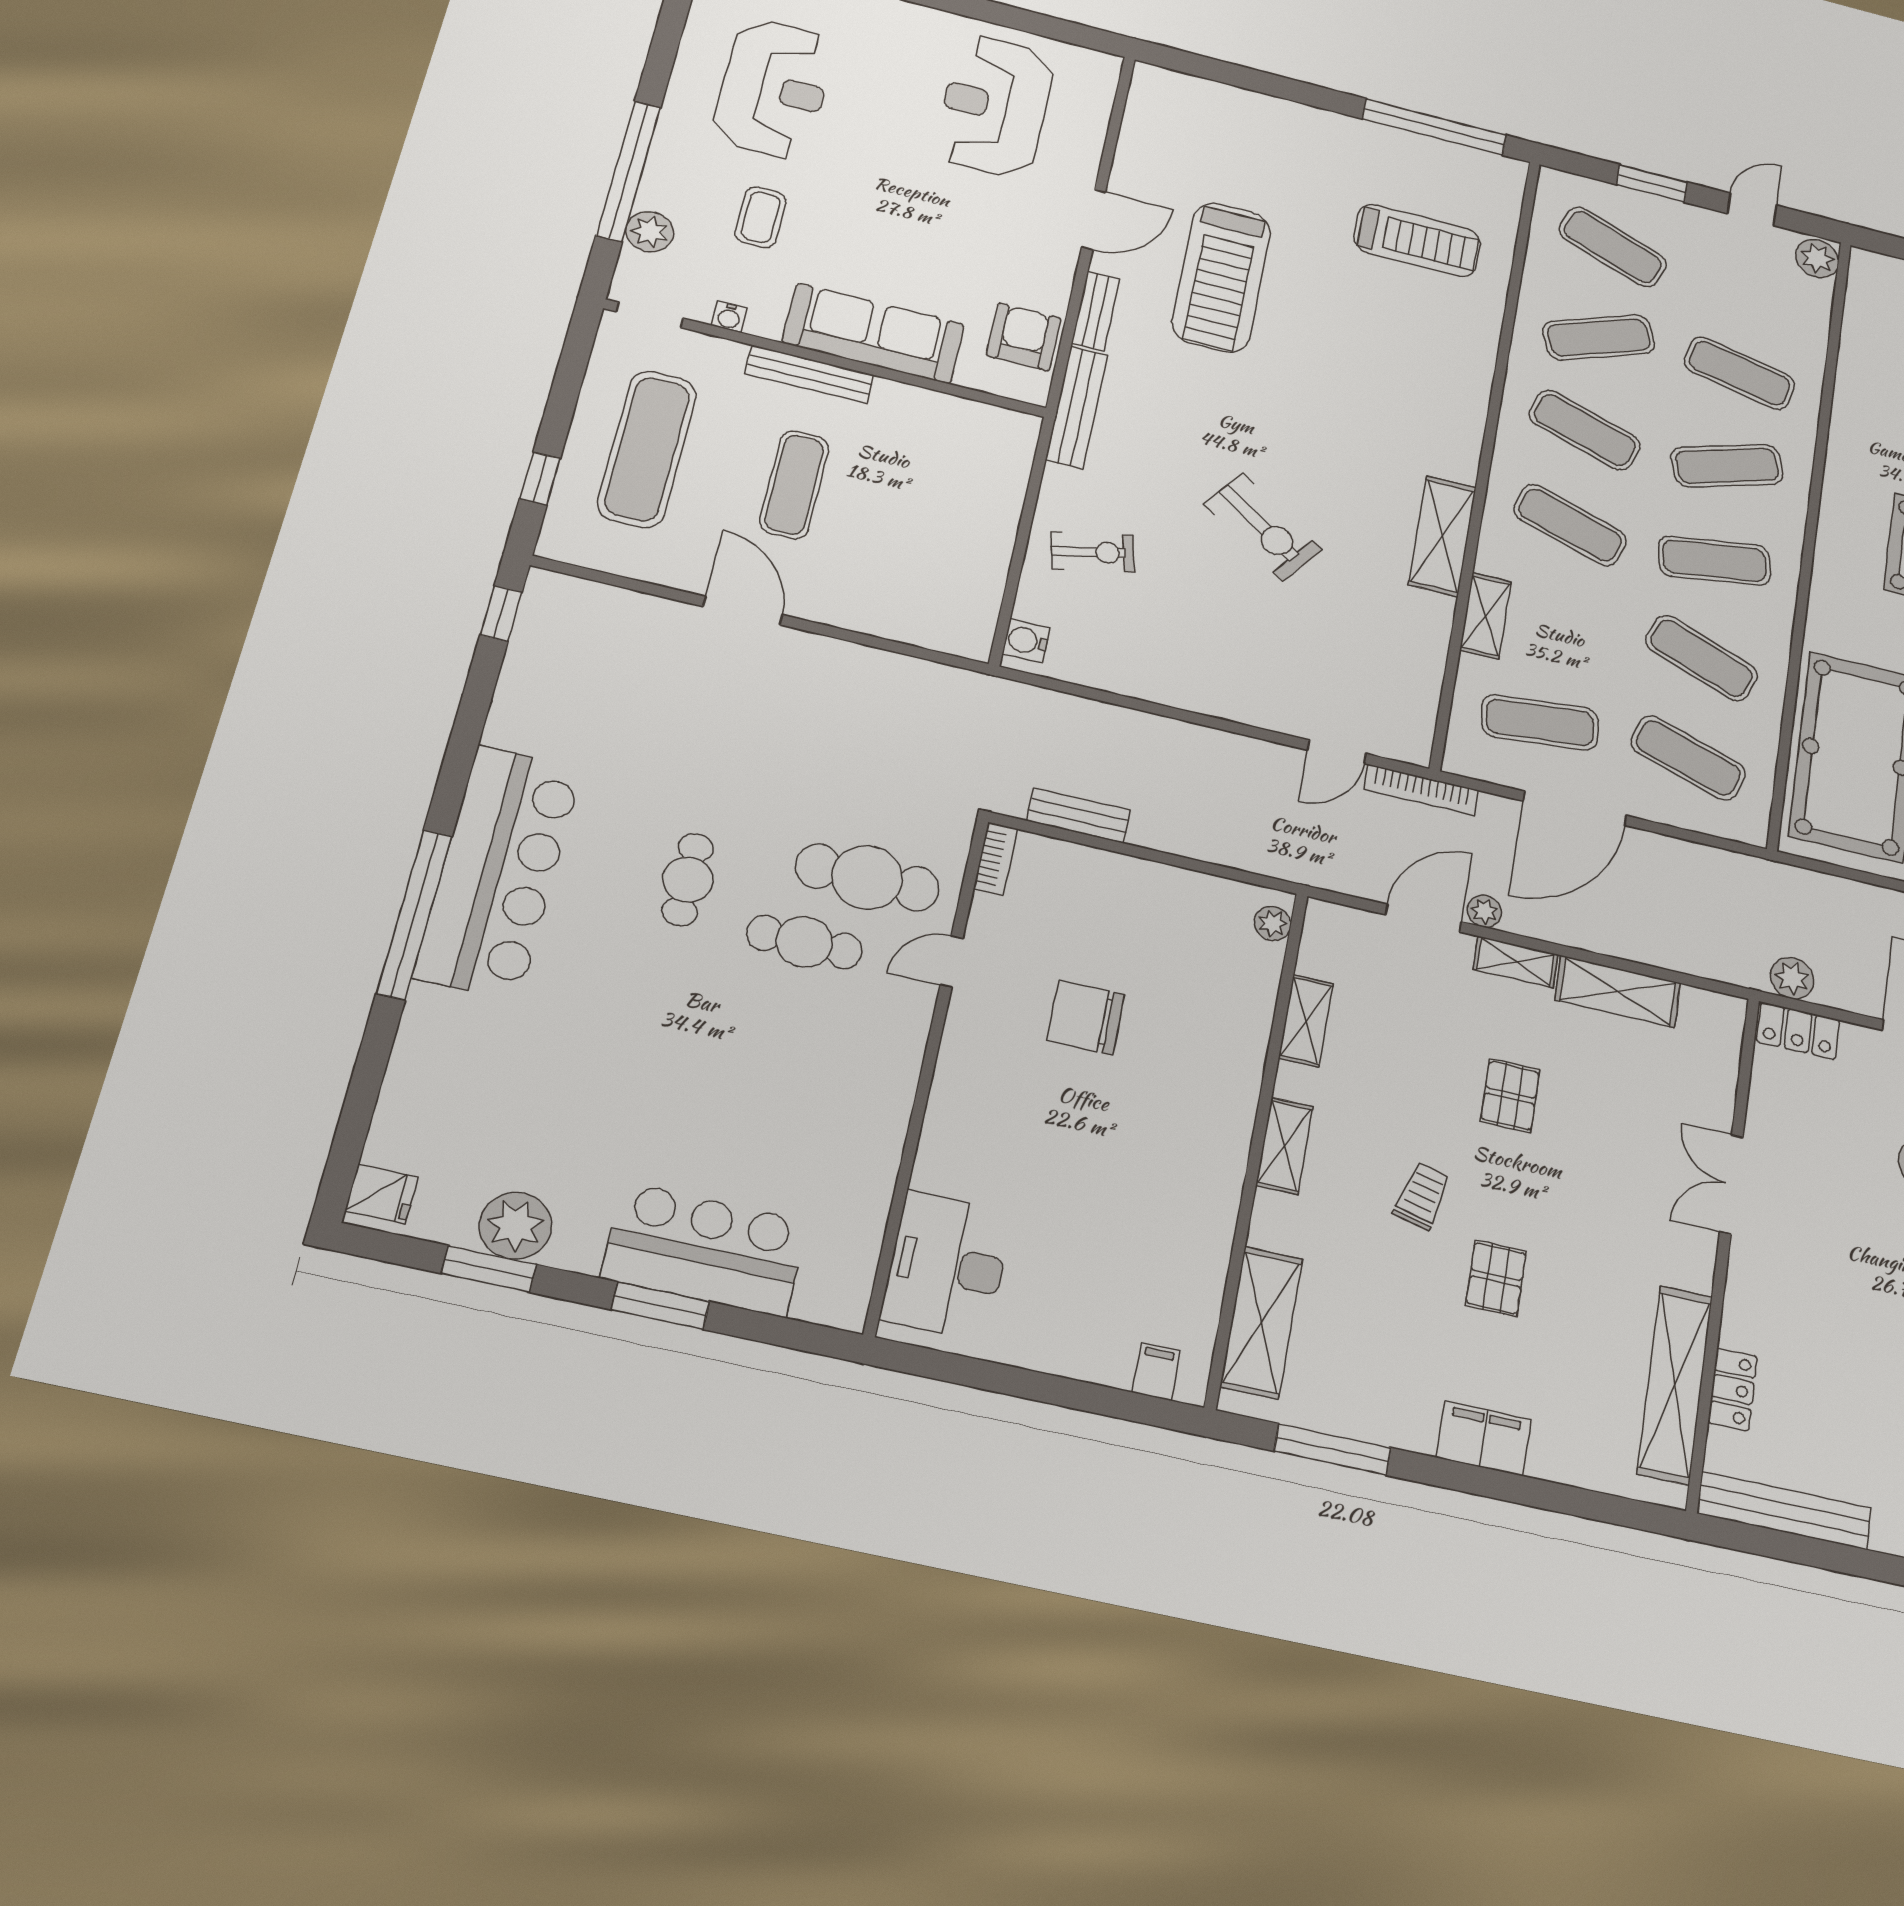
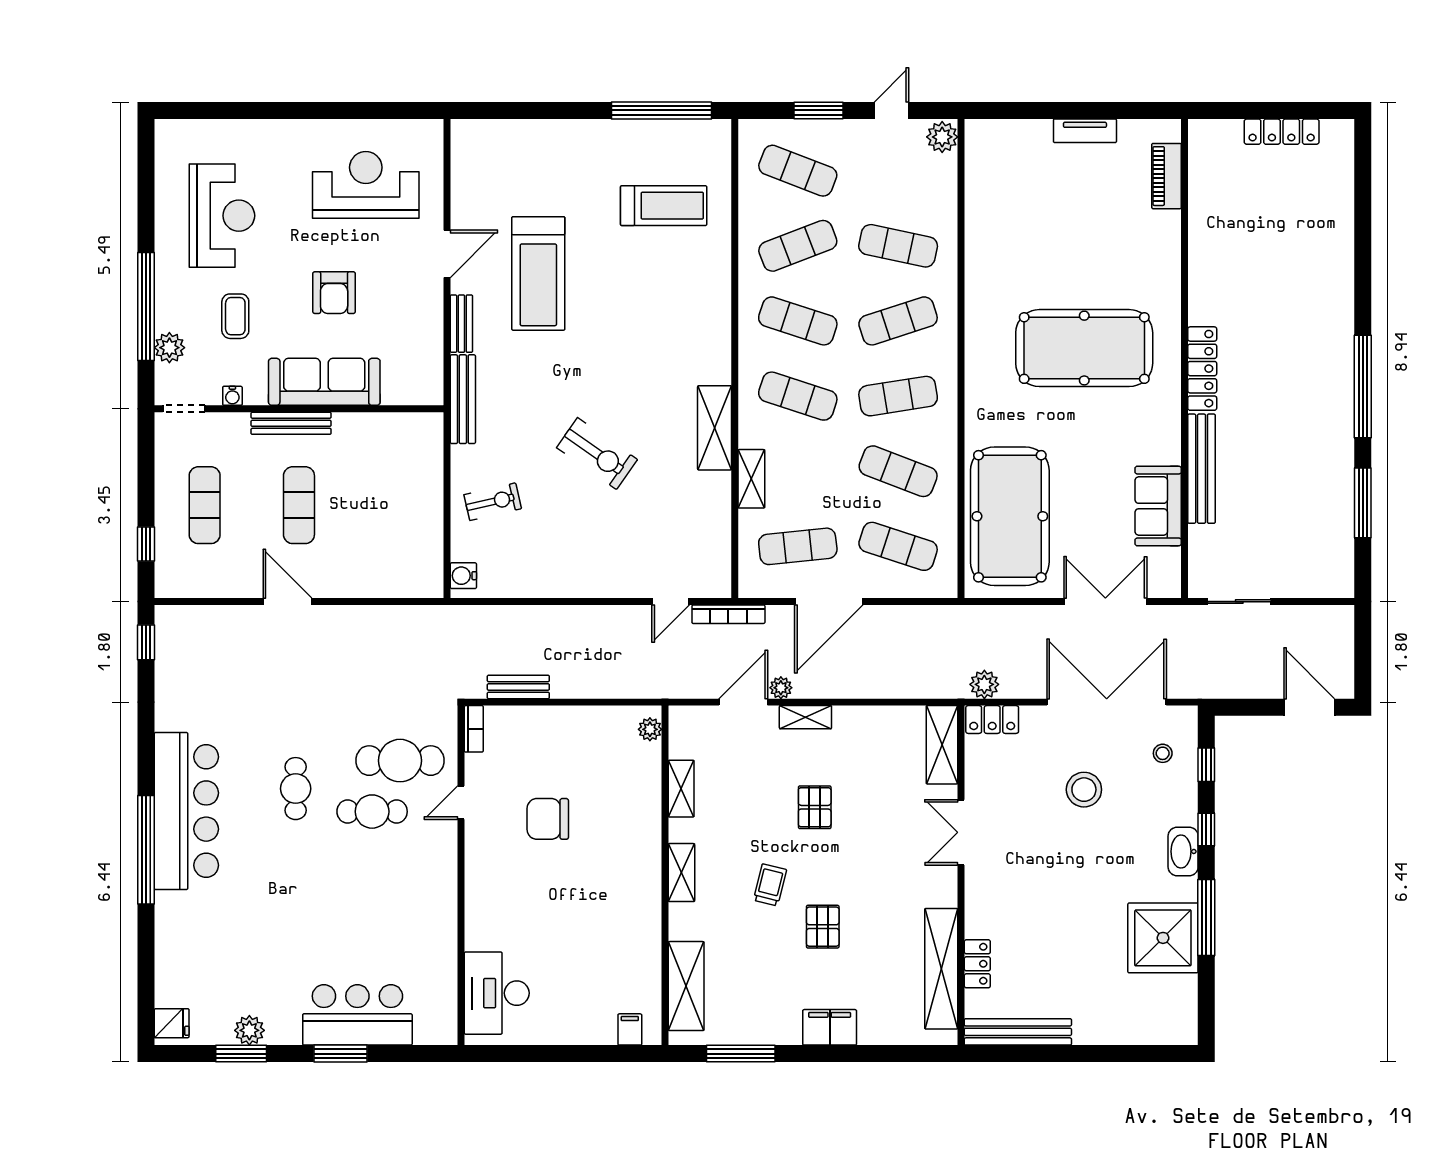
reception desk: (995, 106) -> (366, 185), turned 90
armchair: (1024, 337) -> (334, 293), moved, turned 180
exercise mat: (647, 449) -> (205, 505), width x0.73, depth x0.69
shelving: (1618, 991) -> (942, 745), moved, turned 90
plant: (516, 1226) -> (249, 1030), width x0.73, depth x0.73

